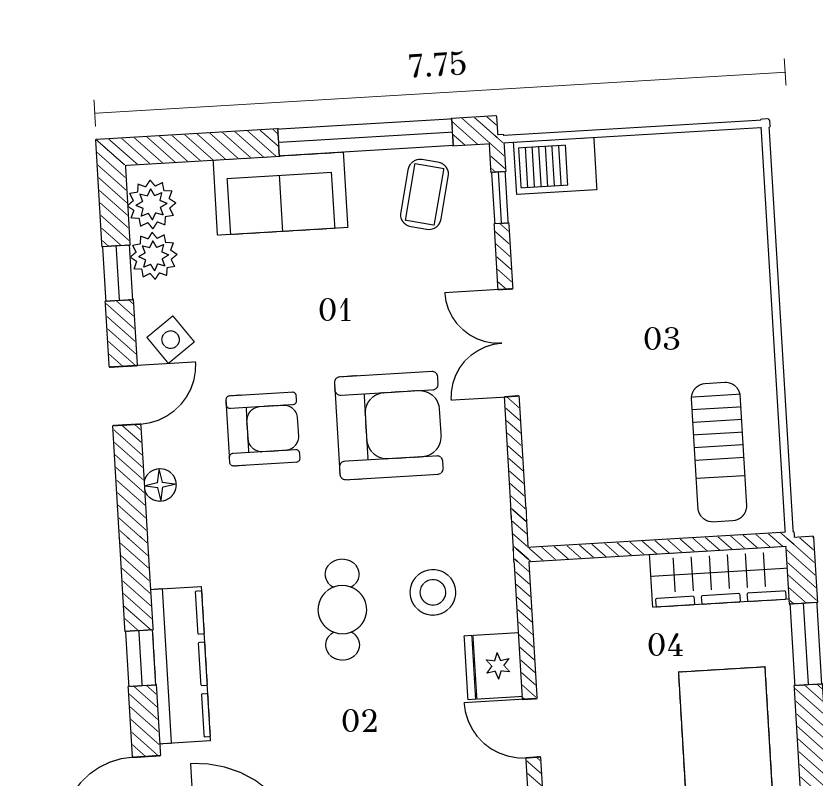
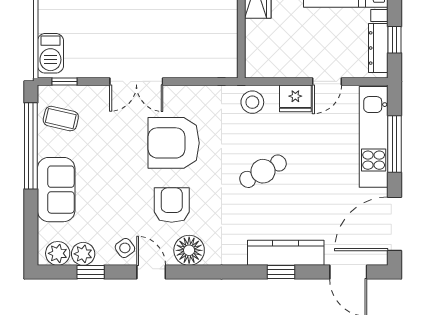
armchair: (389, 426) -> (174, 143), turned -90
floor lamp: (160, 485) -> (189, 250), width x1.89, depth x1.89
stool: (433, 592) -> (252, 102), moved
cafe table: (342, 610) -> (263, 171), turned -31

